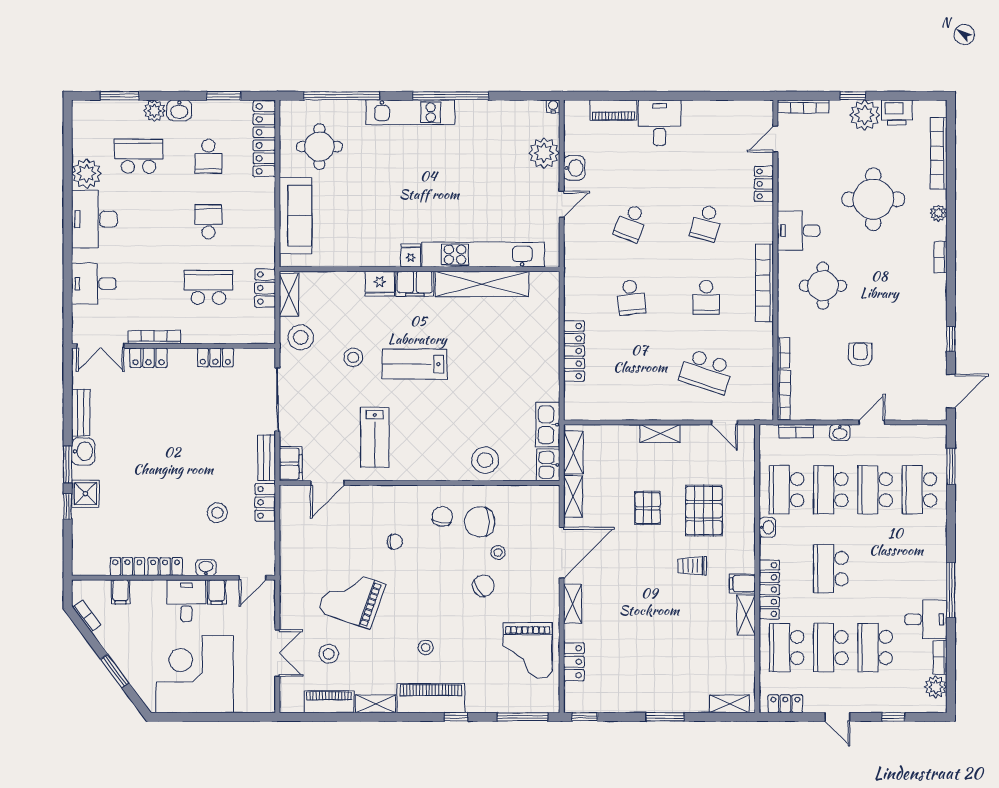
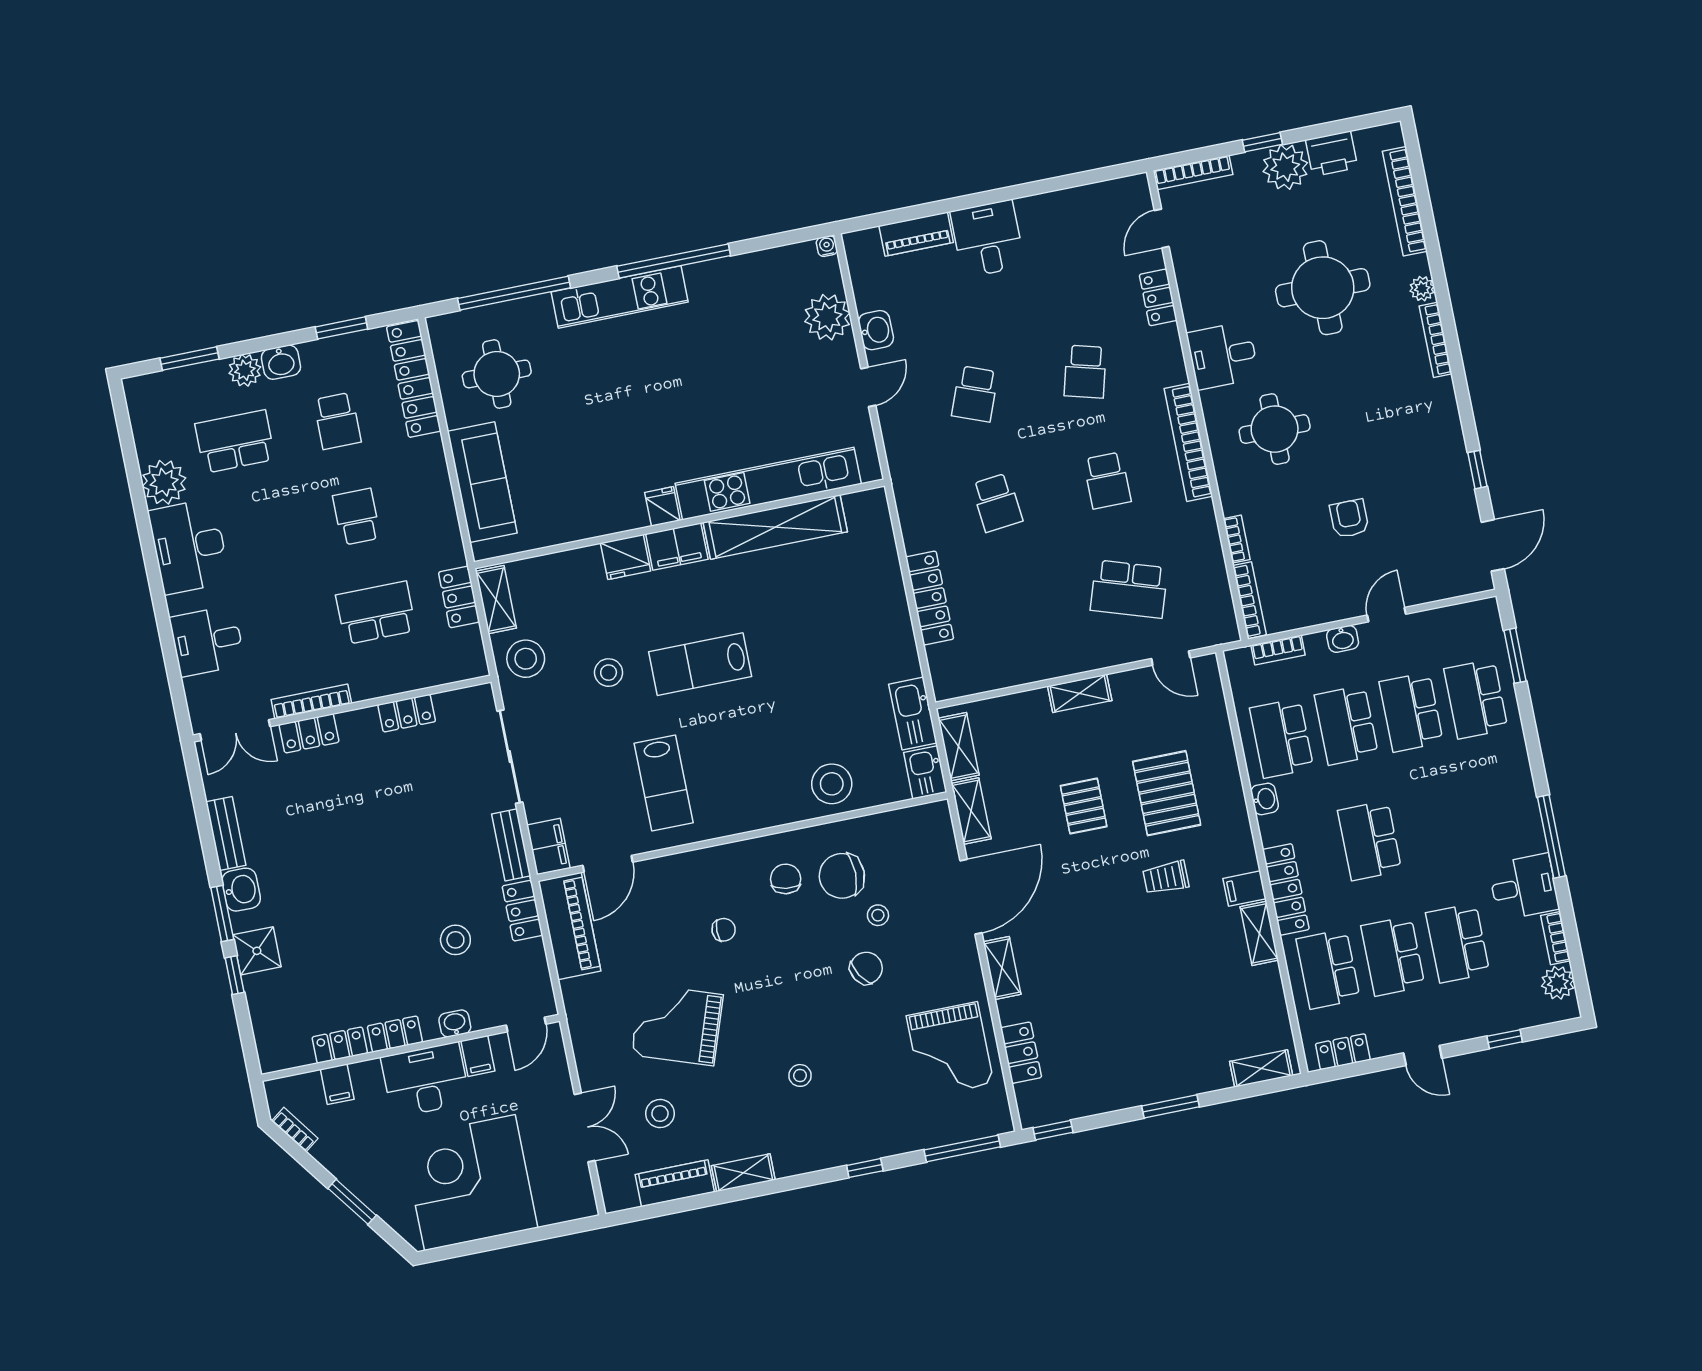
bookcase: (940, 257) -> (1436, 340), width x1.56
desk: (186, 601) -> (426, 1080), width x1.37
piano: (431, 698) -> (569, 926), moved, turned 90

